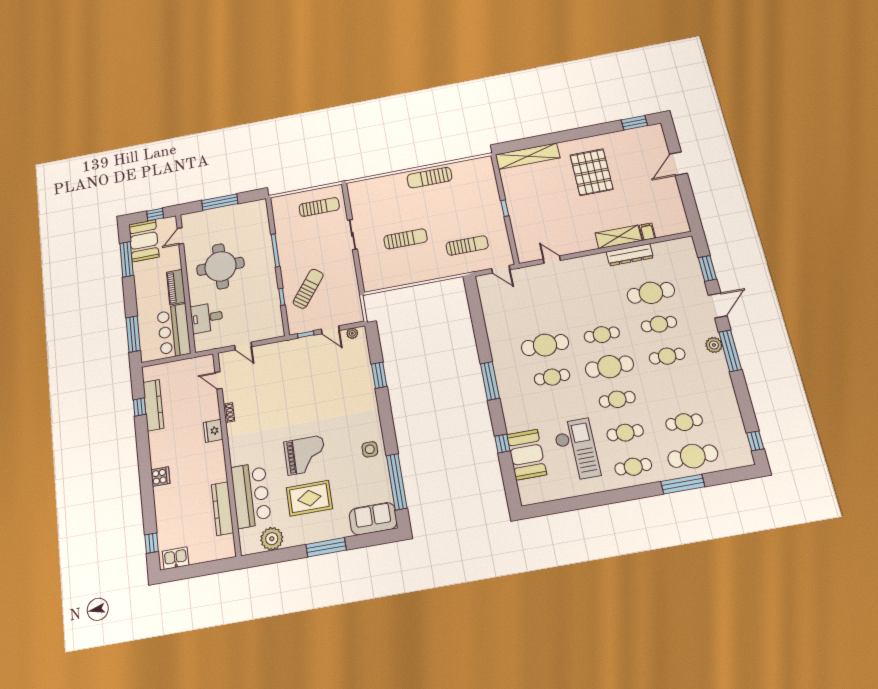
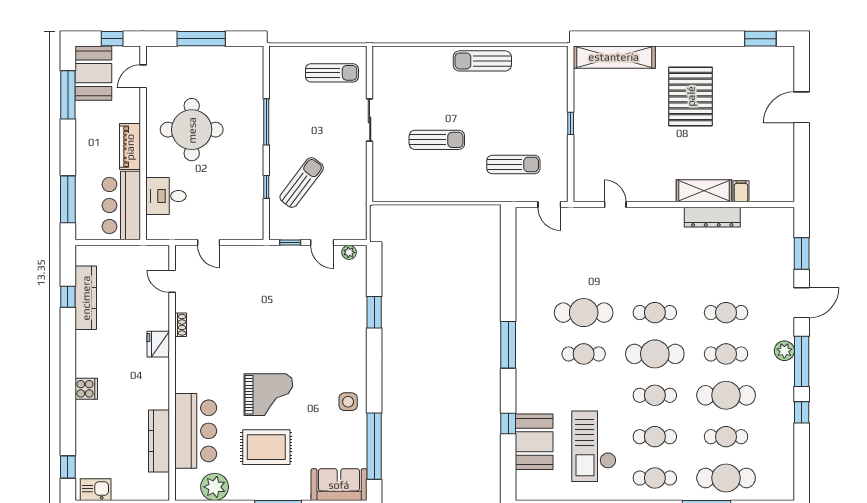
cafe table: (651, 293) -> (726, 395), moved
window: (755, 441) -> (802, 412), moved
checkout: (577, 450) -> (594, 446), turned 180

